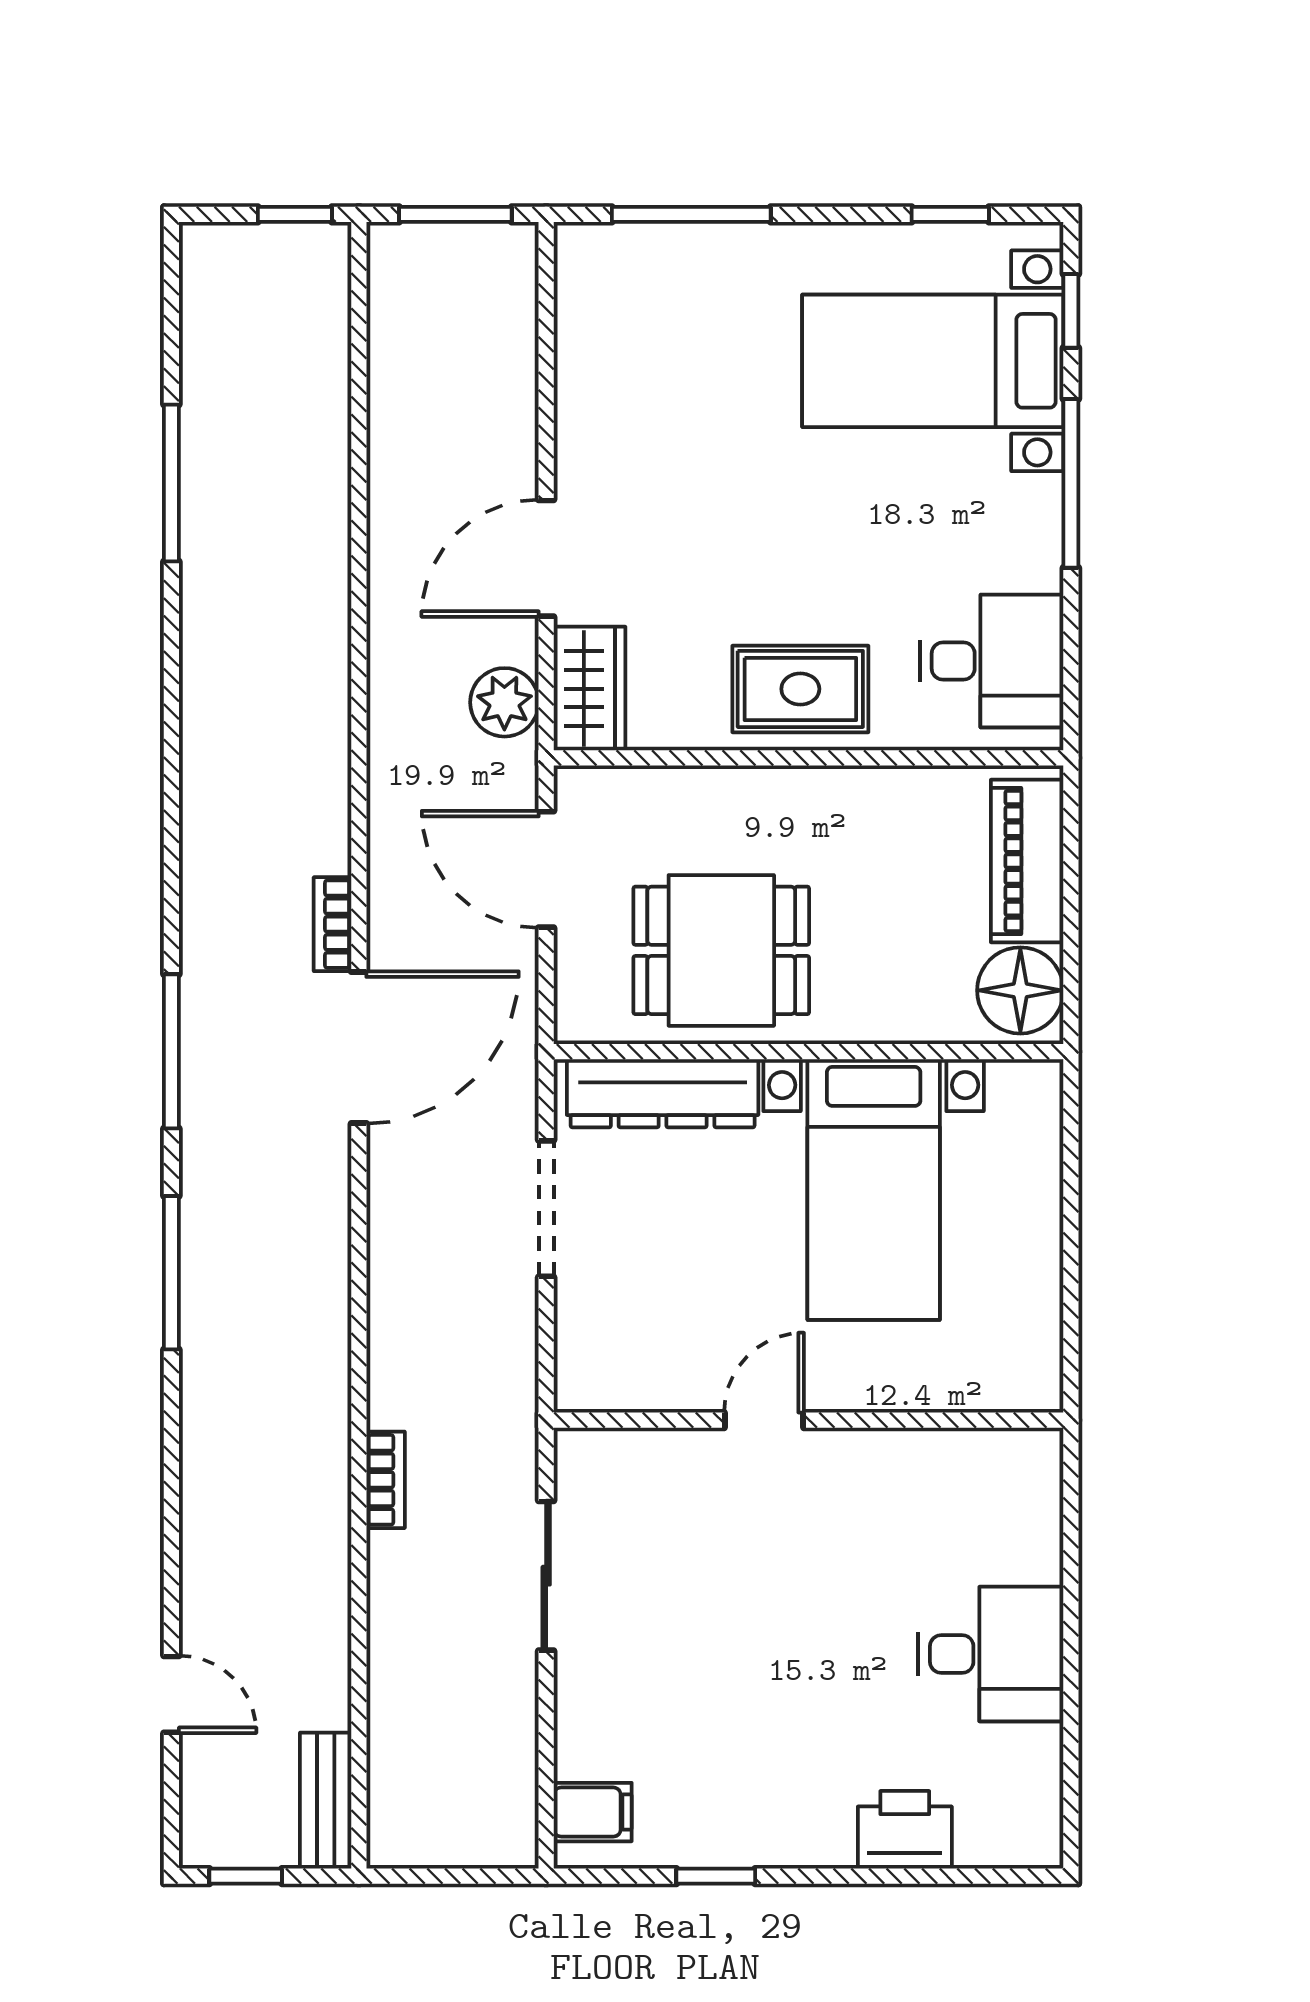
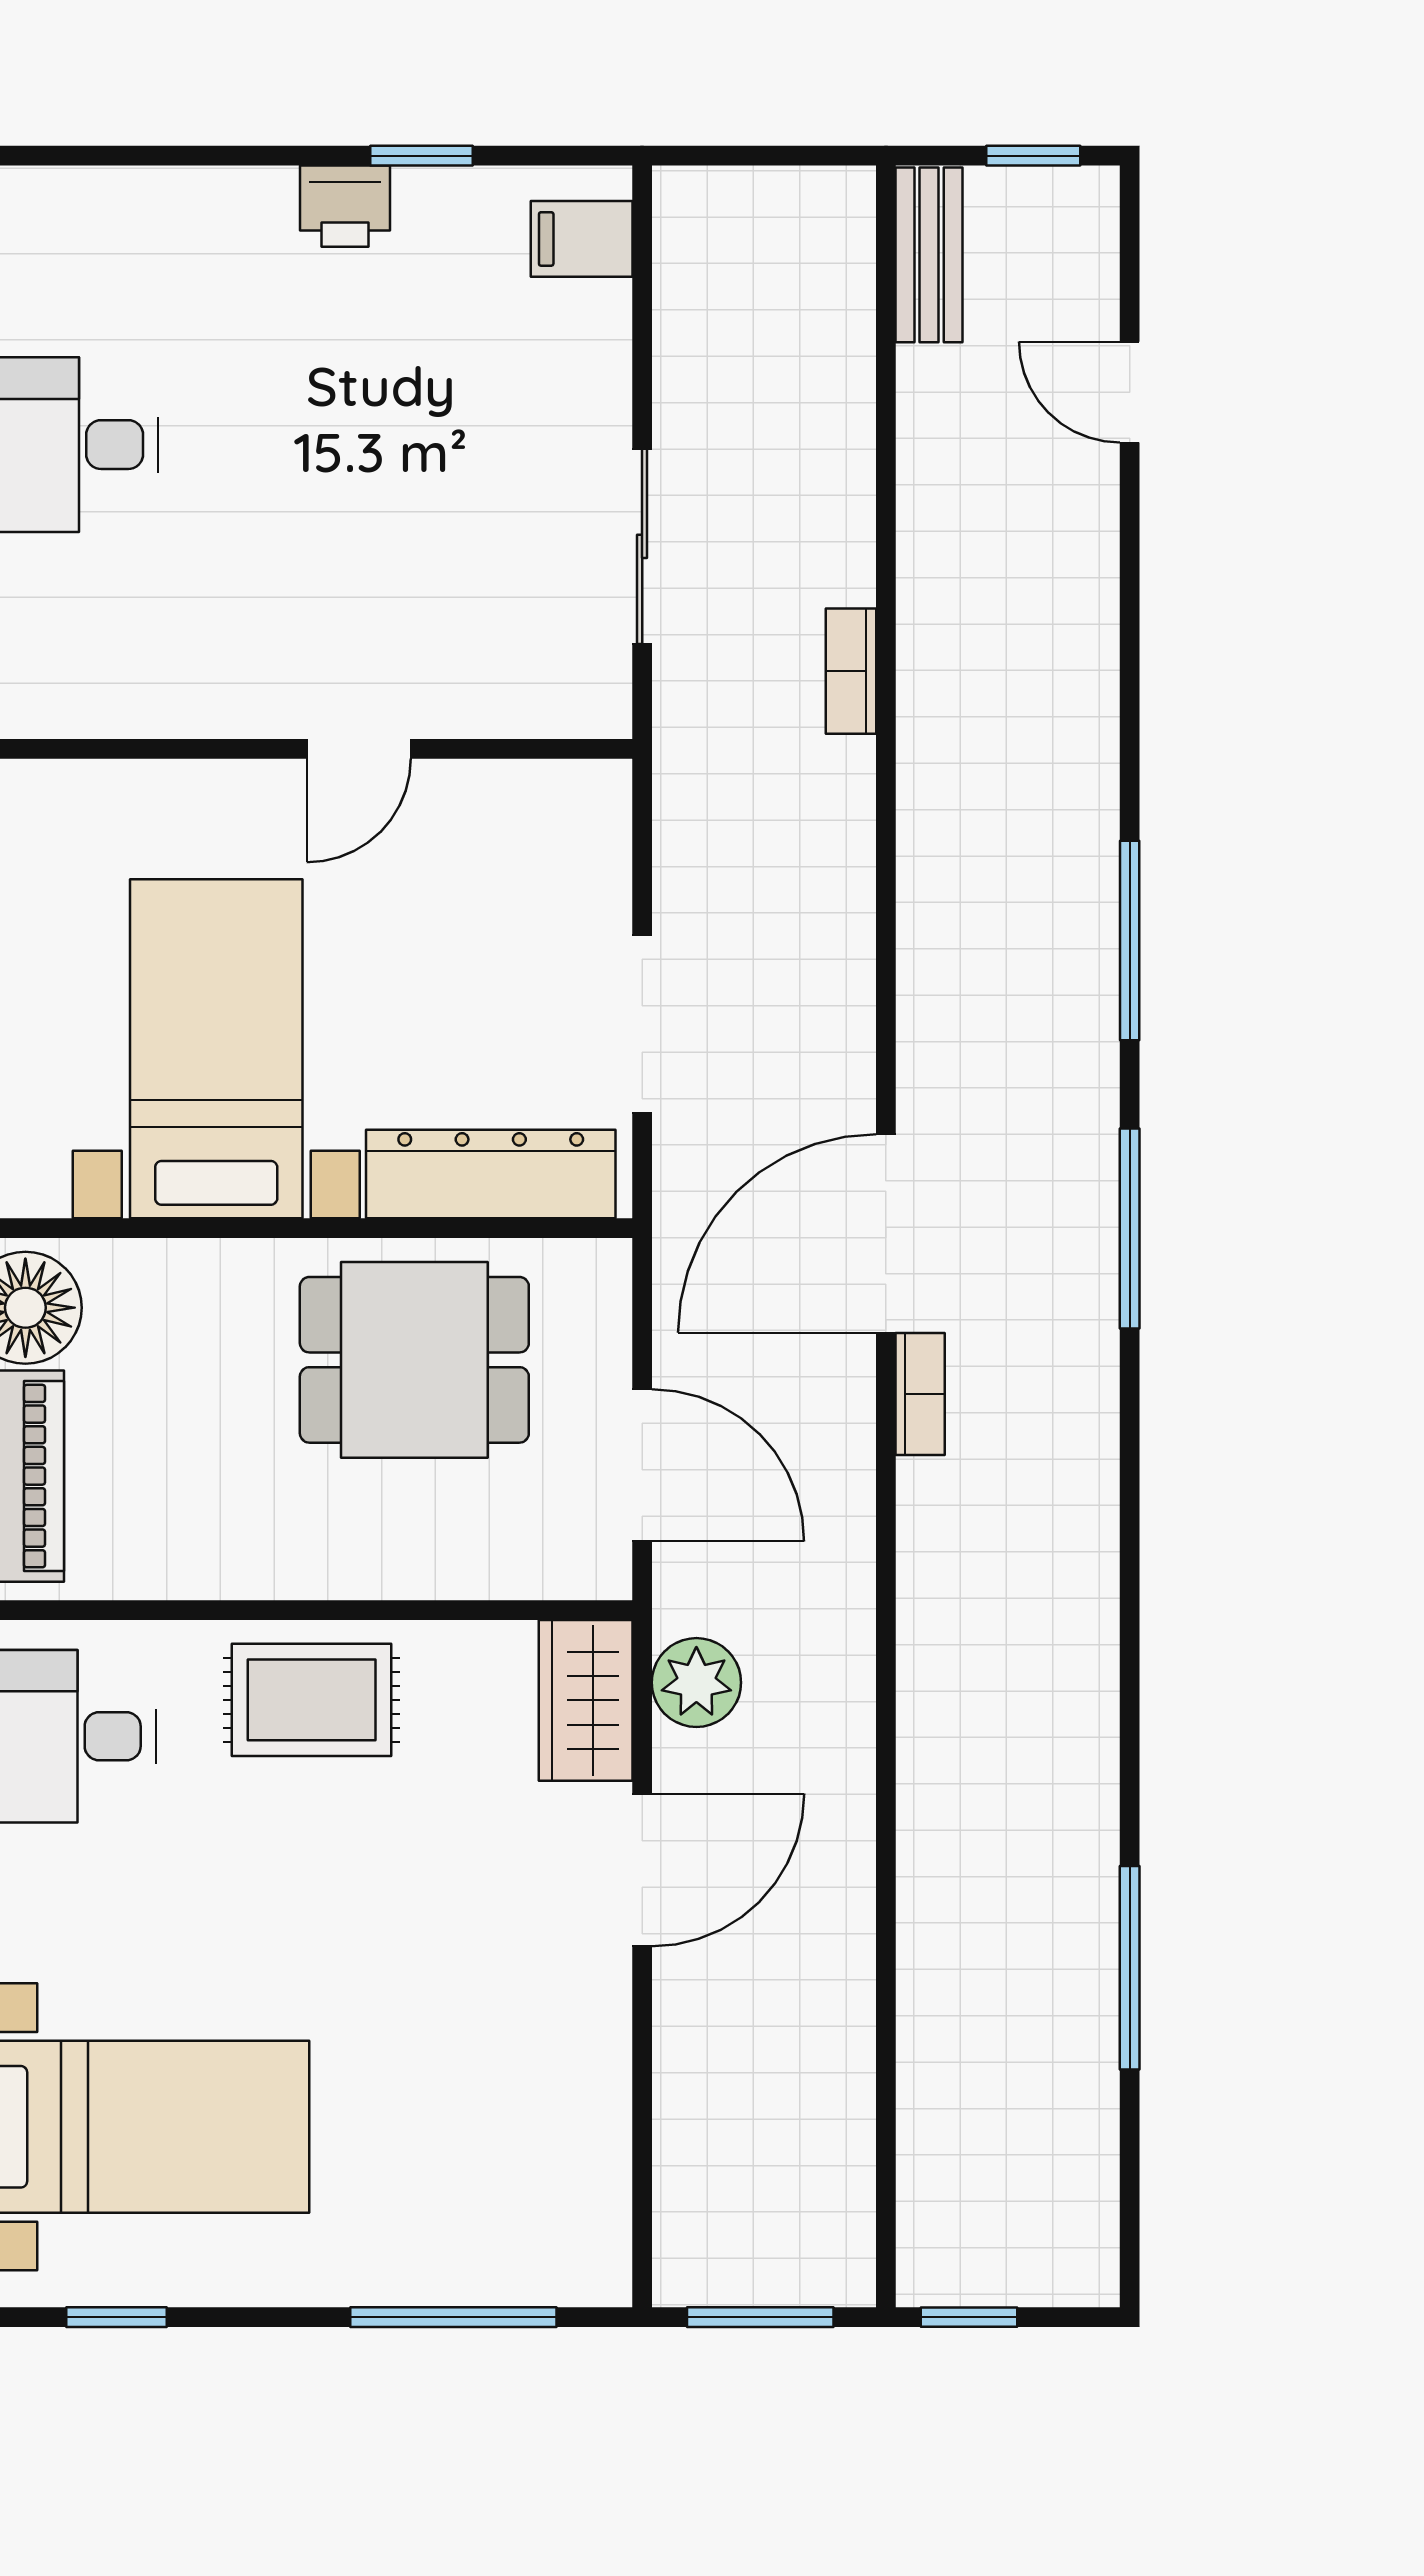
printer: (905, 1830) -> (345, 206), moved, width x0.73, depth x0.81

